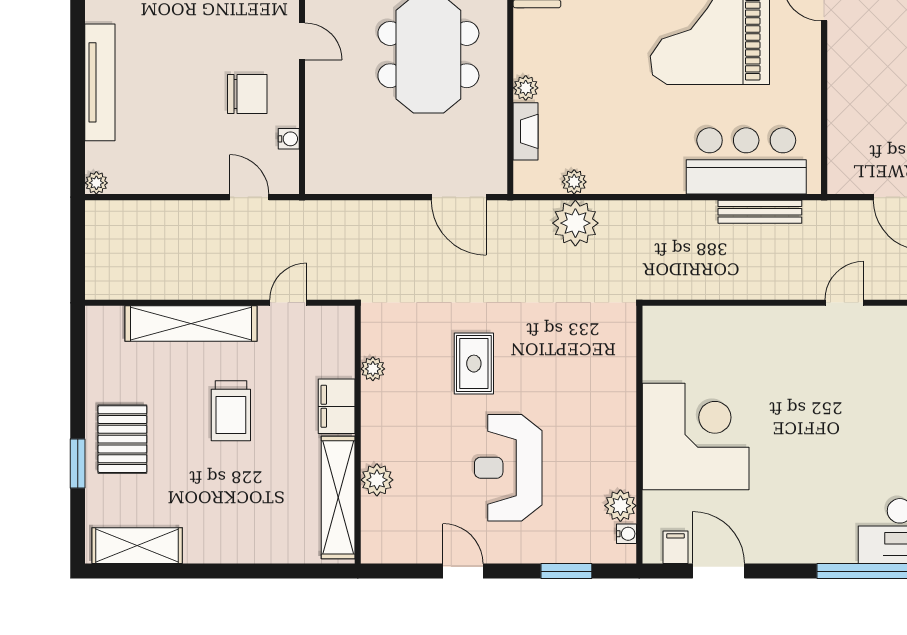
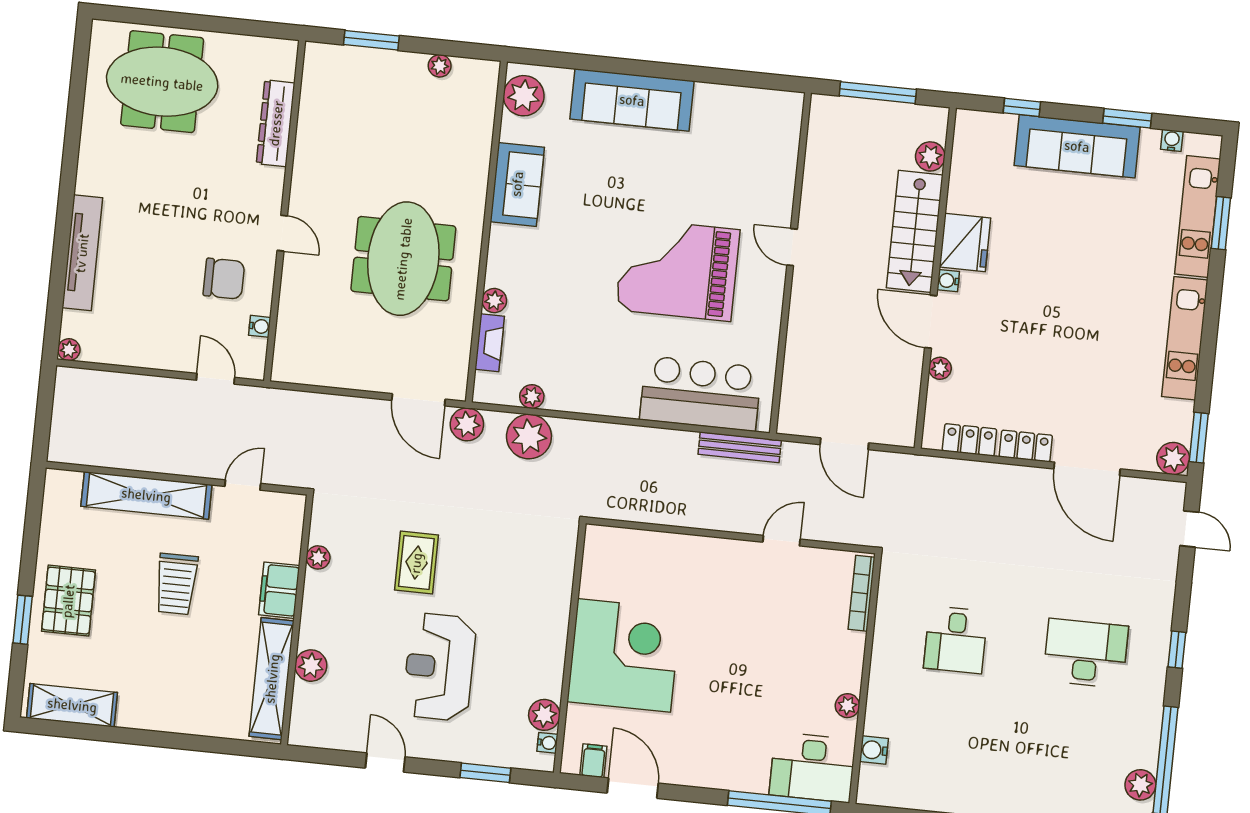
bench: (760, 212) -> (740, 447), moved
plant: (511, 217) -> (467, 424), added

